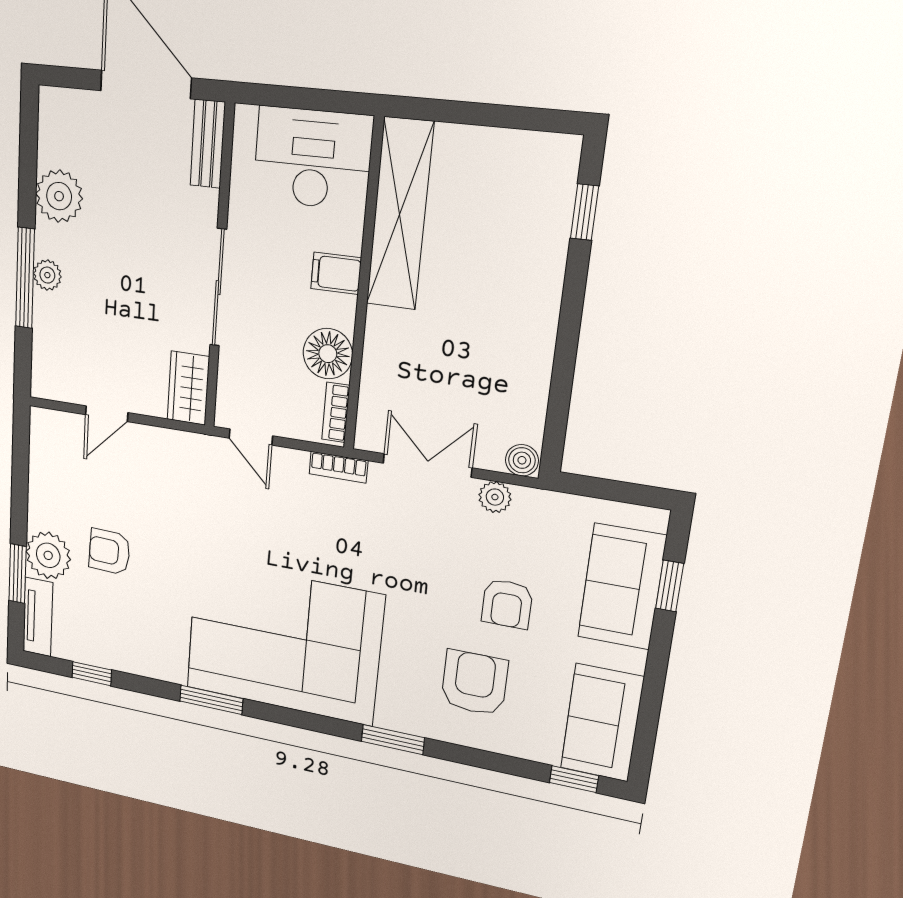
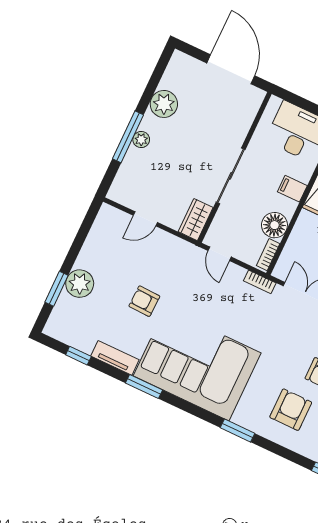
bench: (208, 144) -> (251, 108), removed
armchair: (109, 552) -> (144, 301), moved
tv unit: (38, 617) -> (115, 358), moved, turned -90

